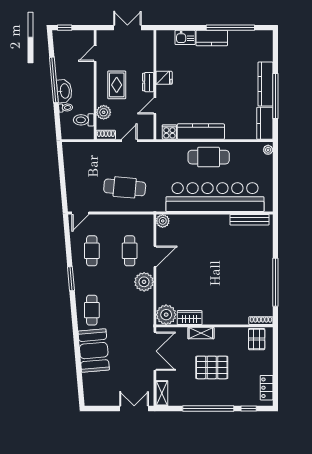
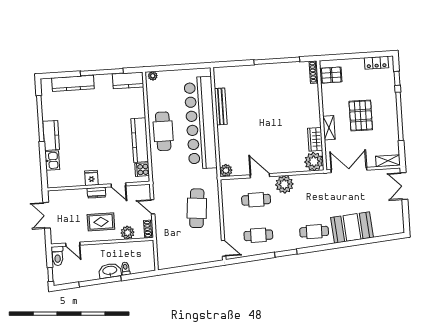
kitchen counter: (265, 84) -> (73, 83), moved
toilet: (84, 120) -> (57, 256), moved
bench: (250, 220) -> (221, 106), moved

